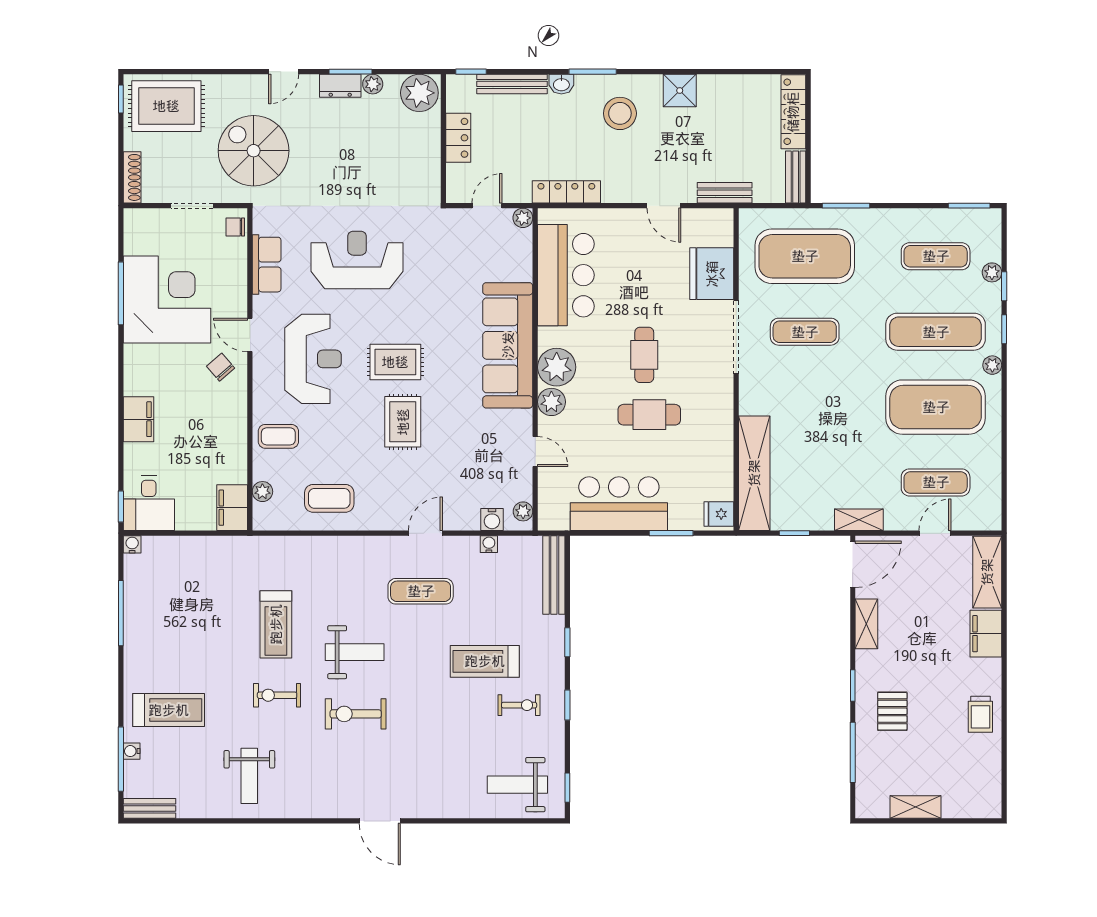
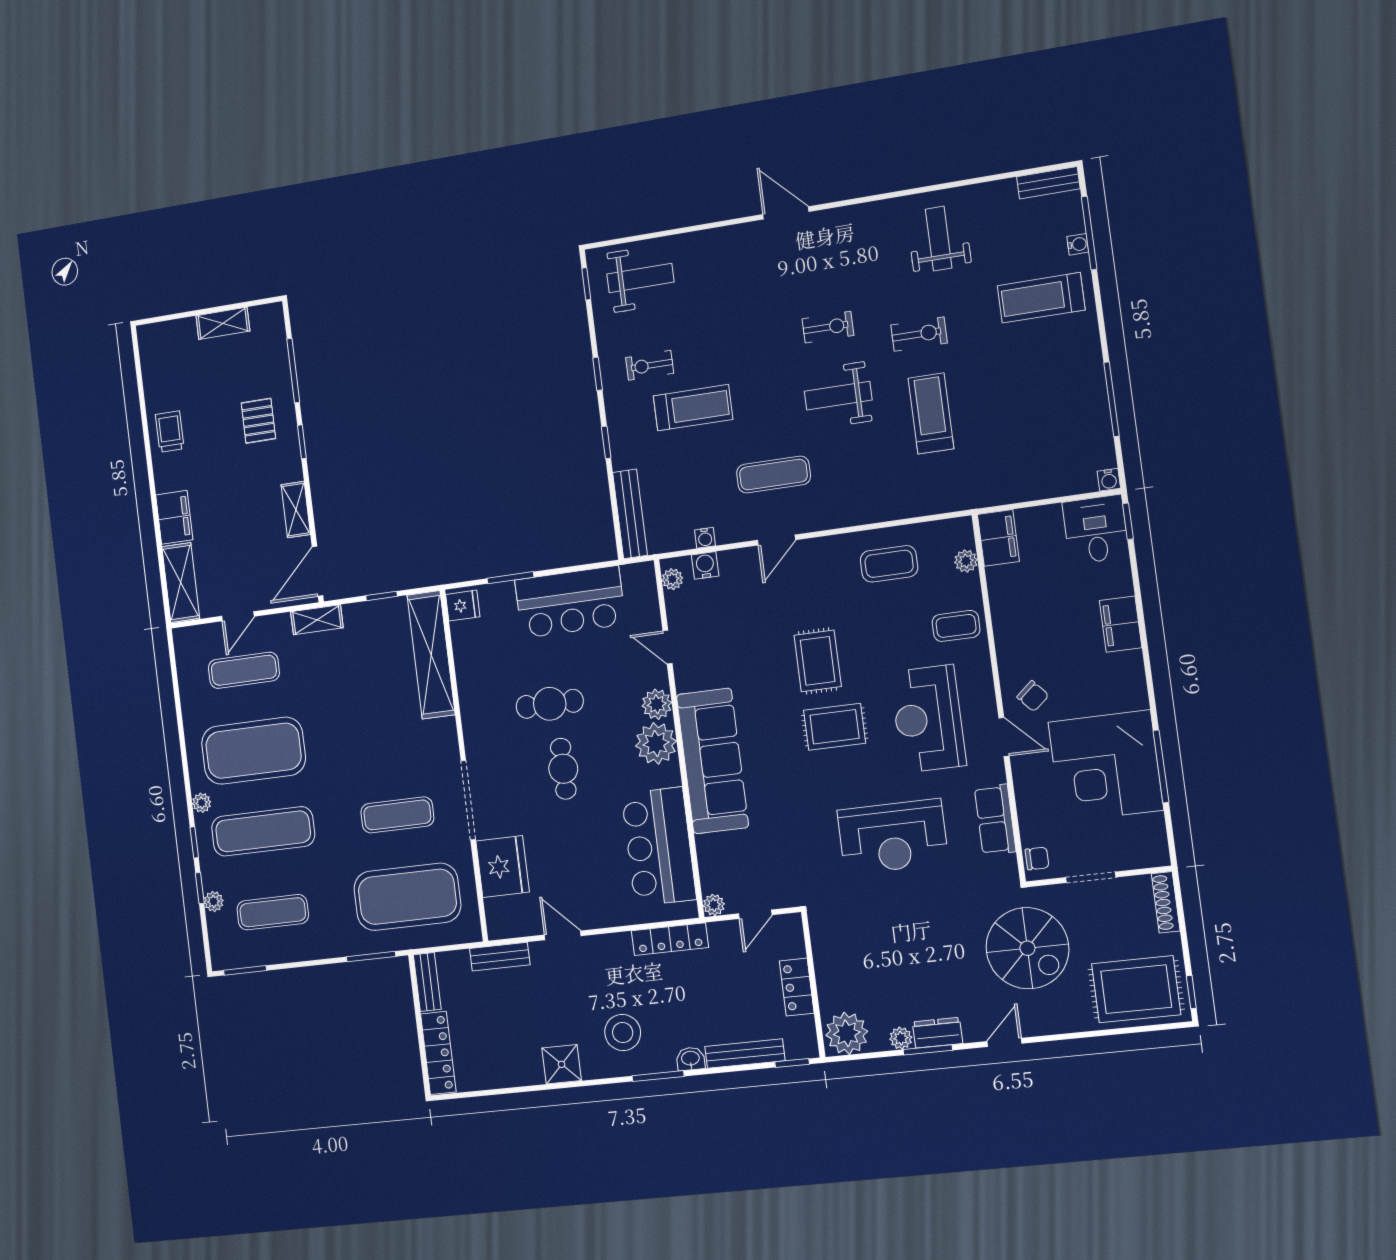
exercise bike: (356, 714) -> (828, 327), width x0.73, depth x0.72

